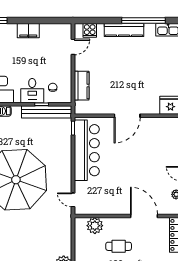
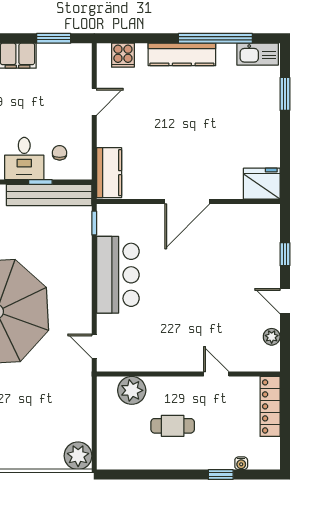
window: (49, 21) -> (54, 38), added
door: (73, 47) -> (94, 102), moved
kitchen counter: (82, 86) -> (109, 173), moved
bar counter: (87, 150) -> (118, 275), width x0.73
door: (144, 216) -> (216, 374), width x0.53

